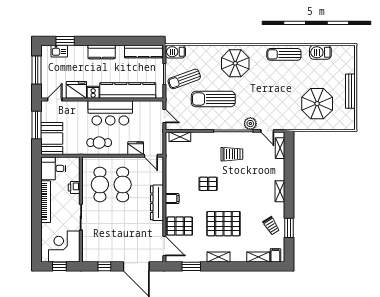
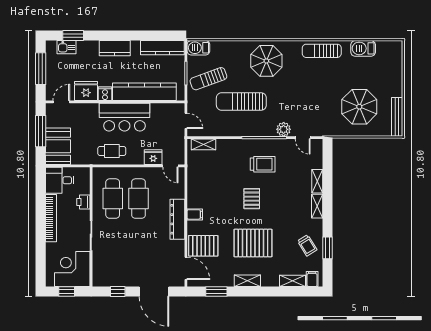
bench: (350, 91) -> (397, 117), moved
shelving: (280, 148) -> (317, 181), moved
pallet: (208, 184) -> (252, 199), moved, turned 90

